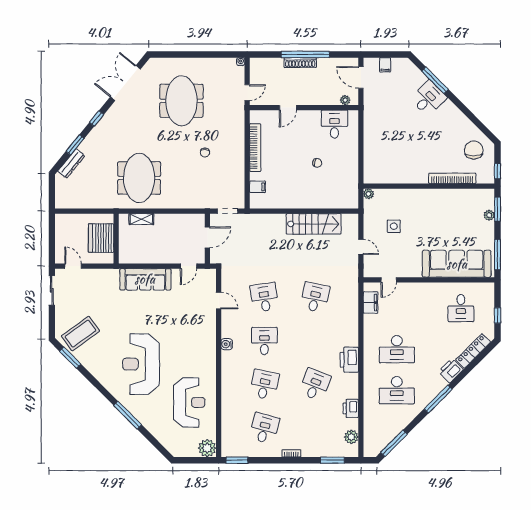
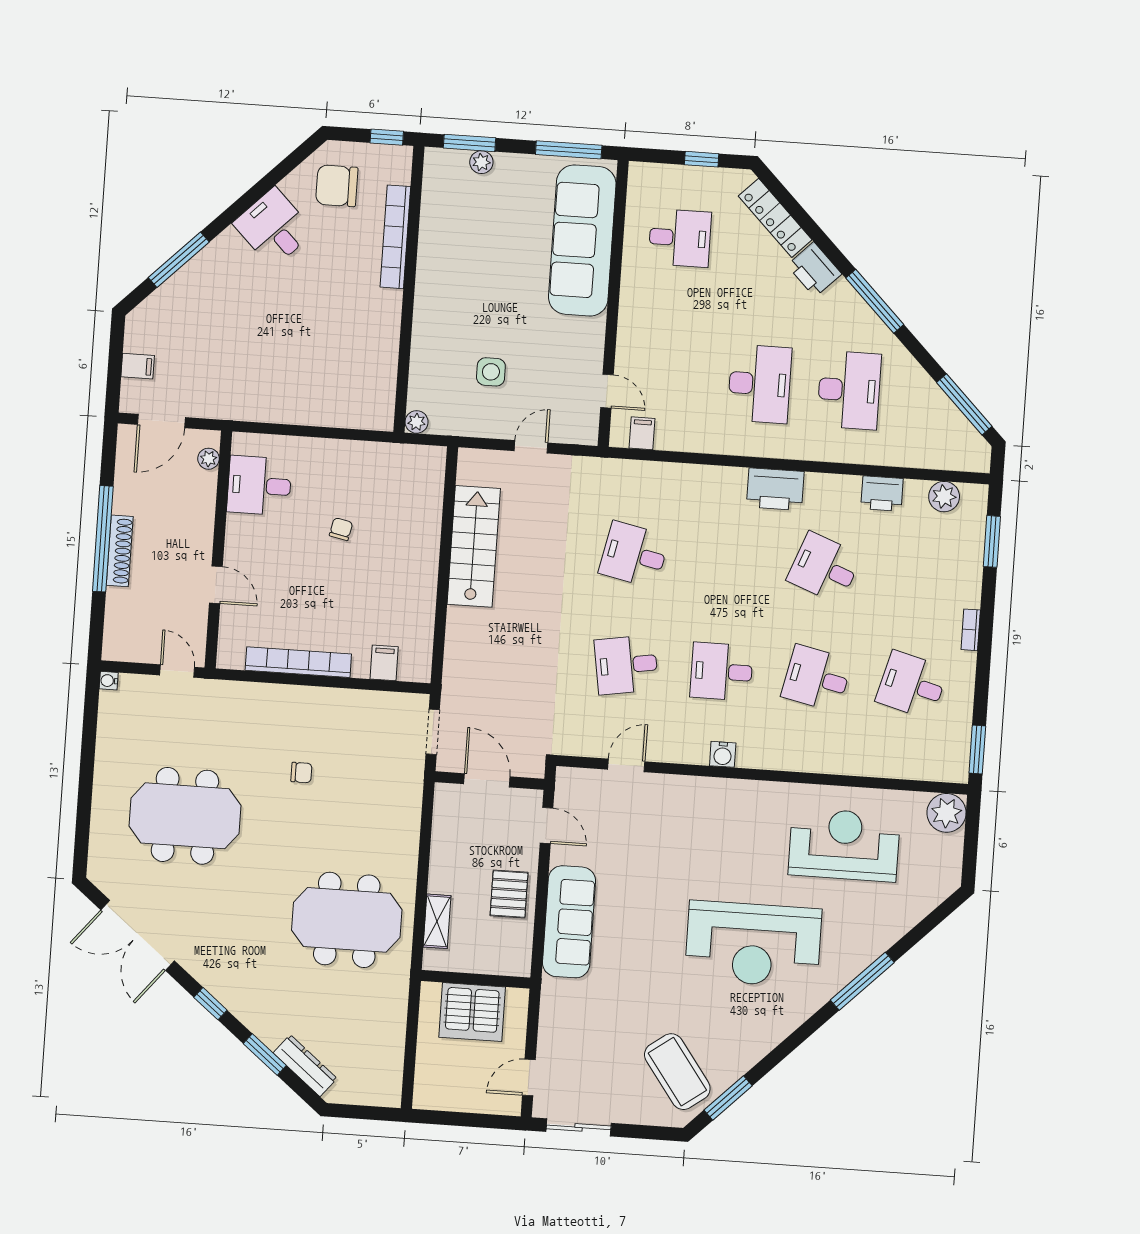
desk: (428, 98) -> (274, 228), moved
pallet: (156, 251) -> (509, 894), added
filing cabinet: (371, 303) -> (642, 433), width x0.50

